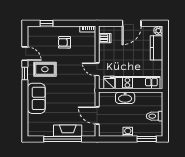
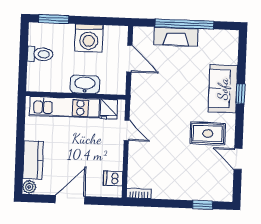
armchair: (64, 42) -> (176, 174), removed
window: (25, 74) -> (241, 94), moved
washing machine: (128, 132) -> (89, 38), width x1.89, depth x1.89

